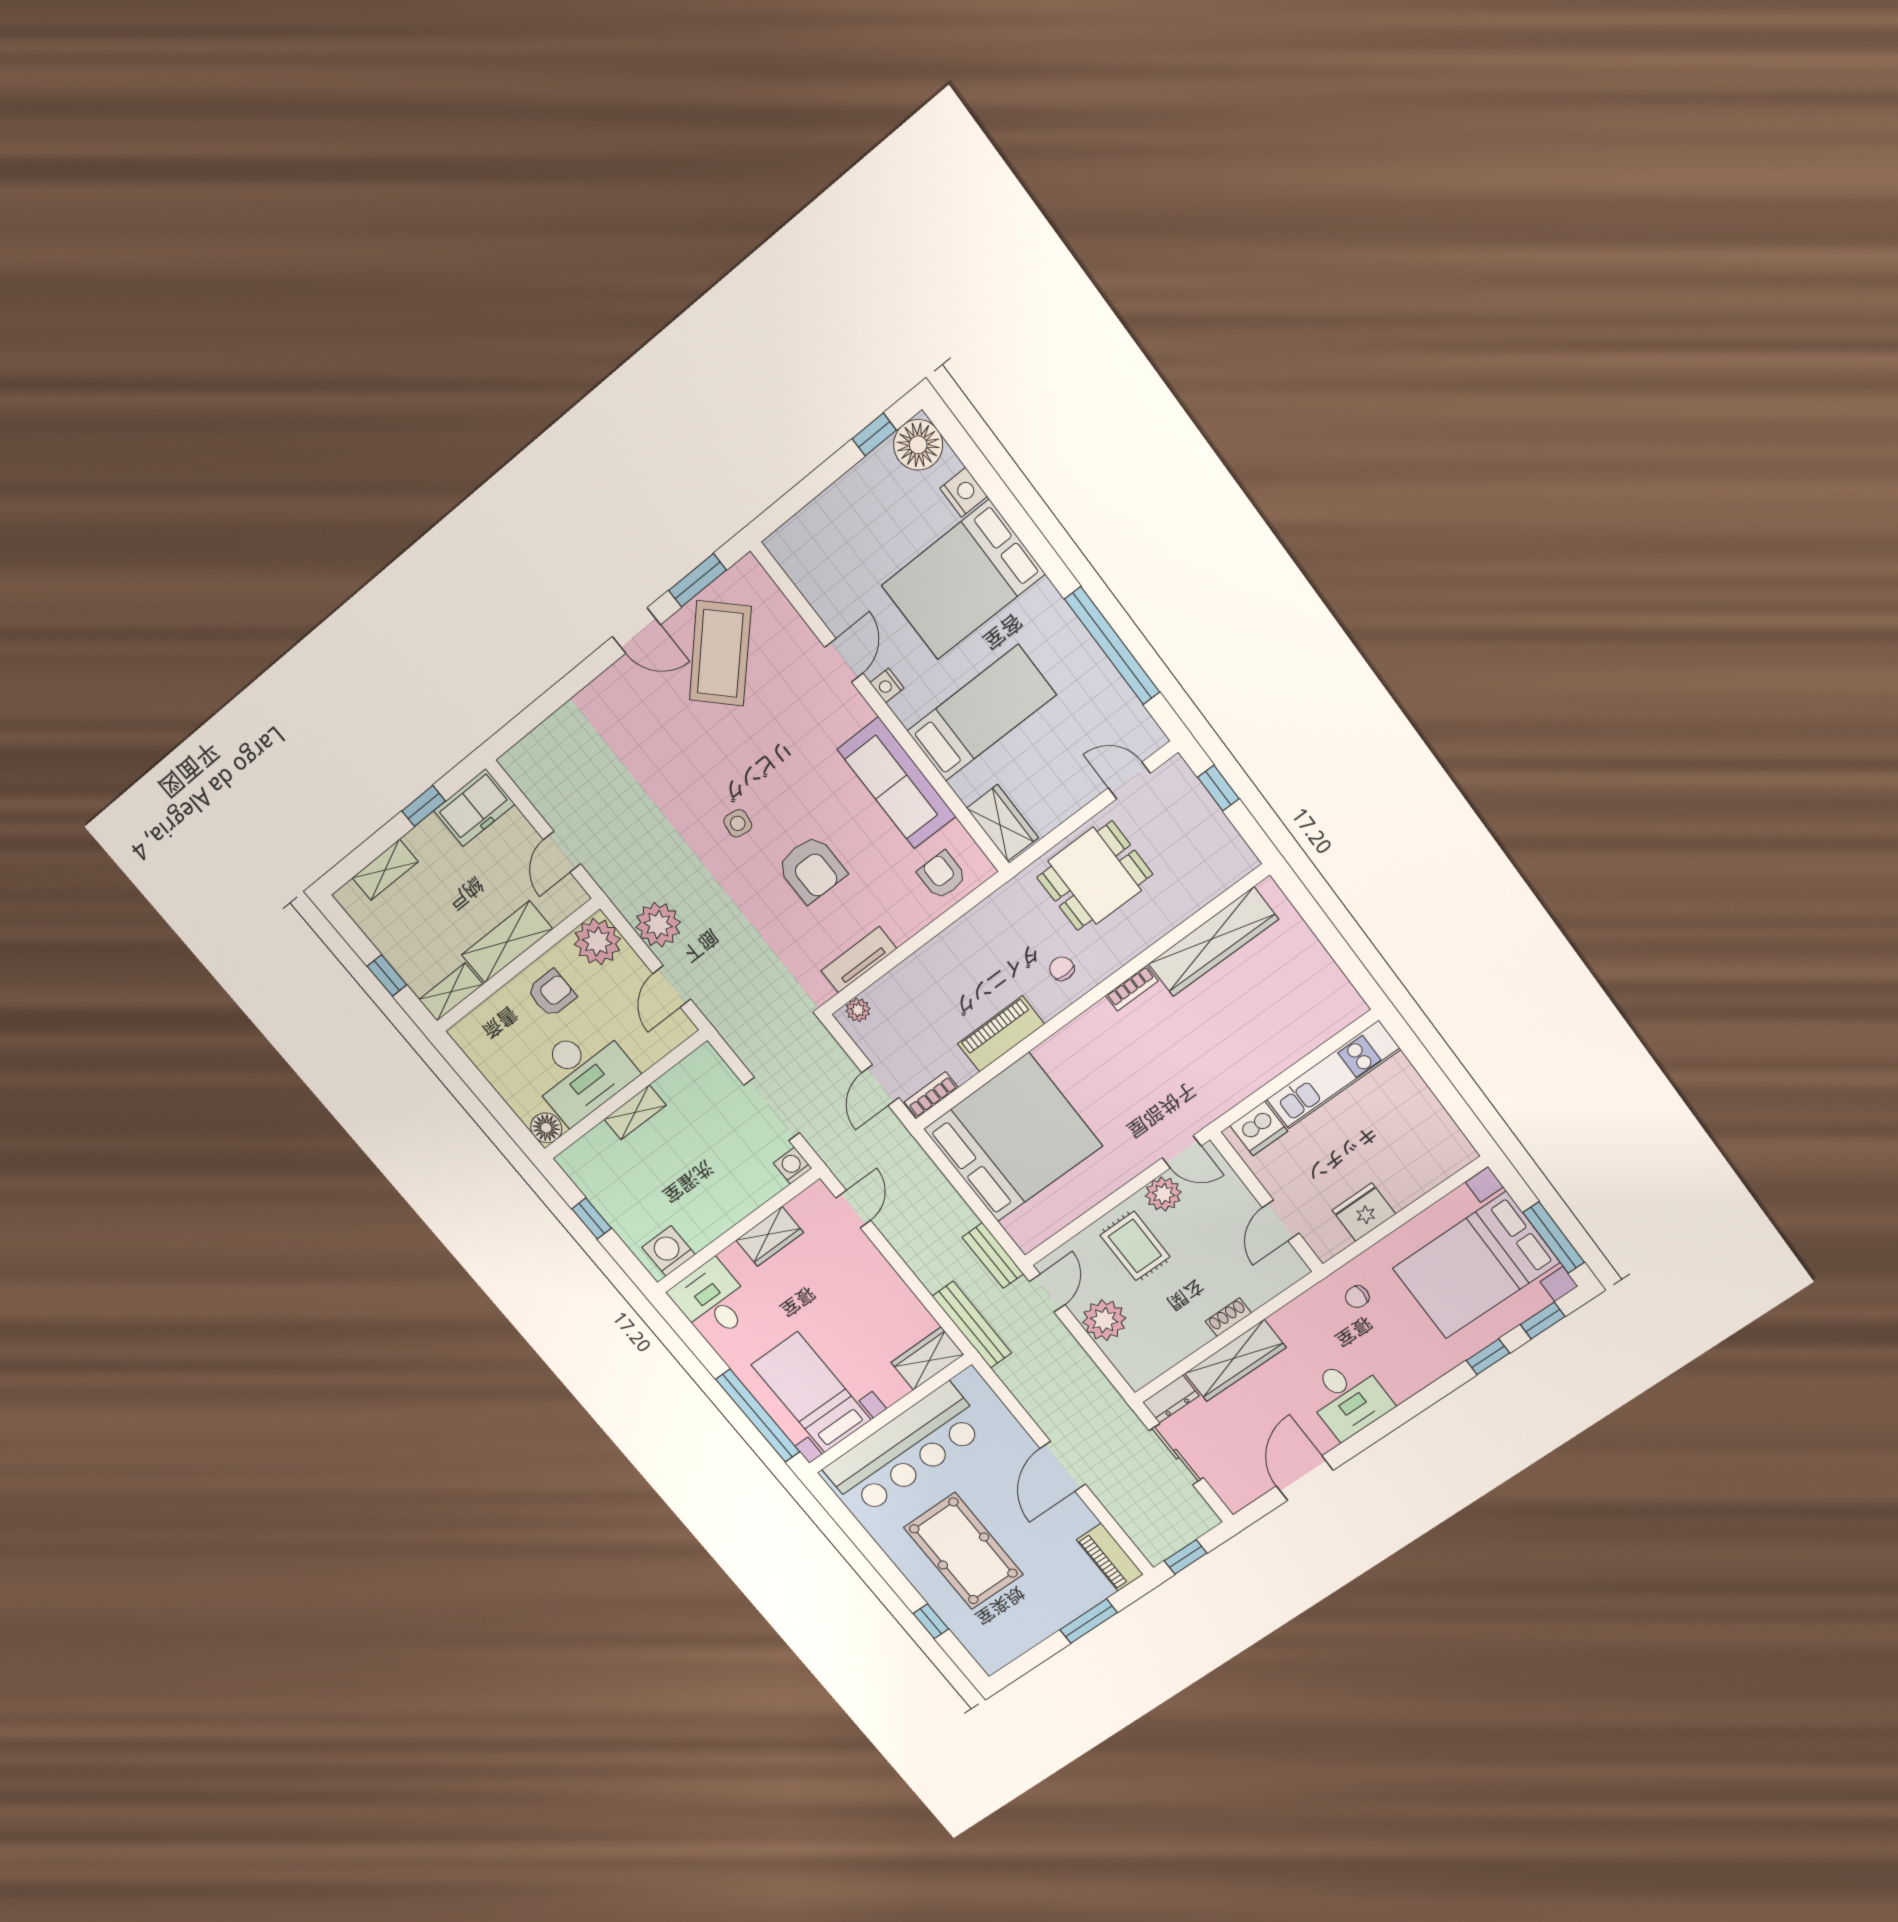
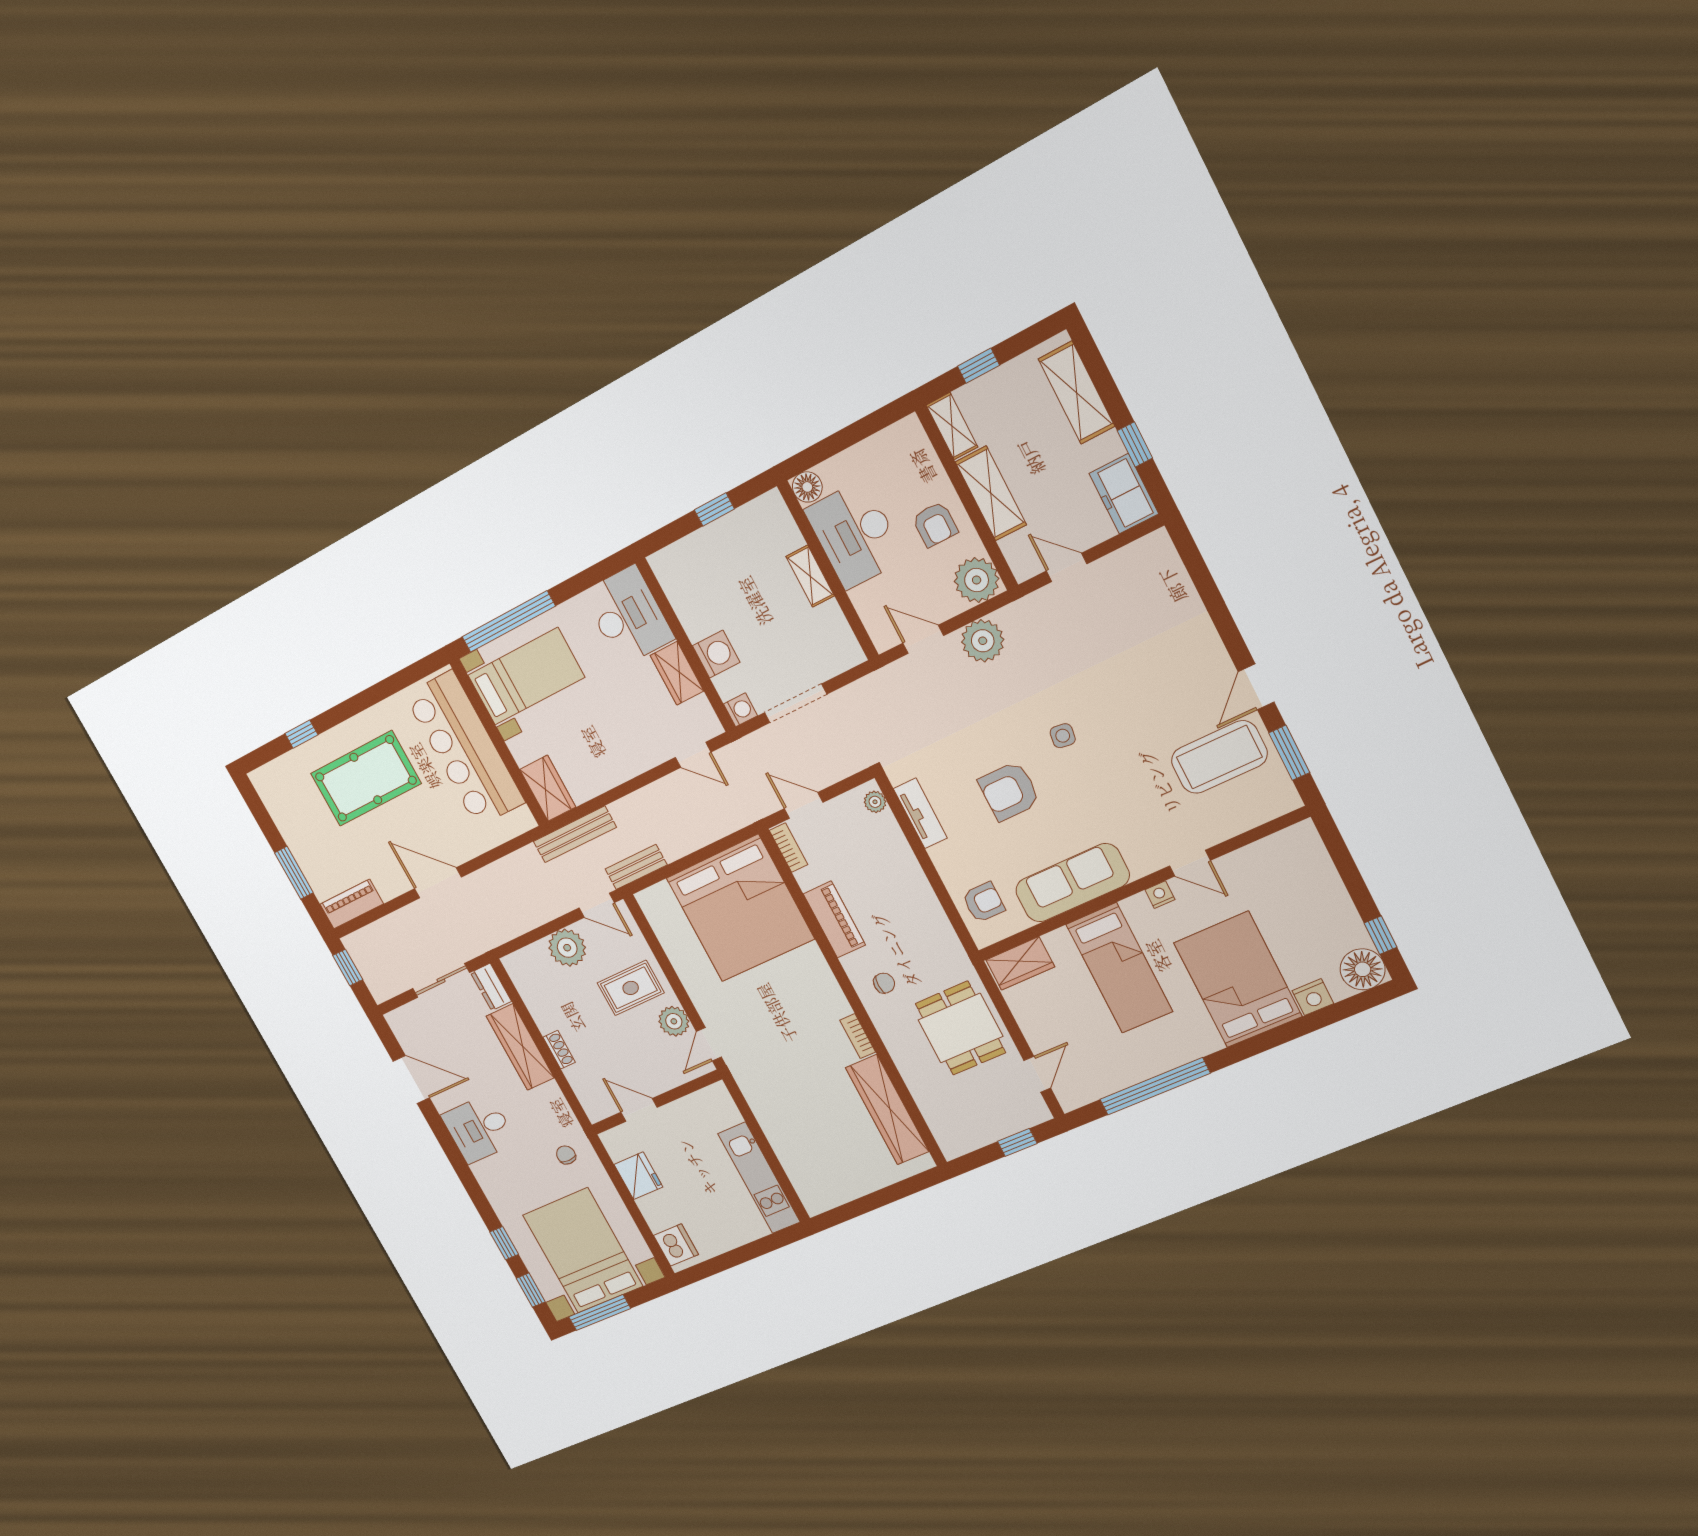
coffee table: (720, 653) -> (1219, 757), turned -44
shelving: (385, 870) -> (1077, 393), width x1.50, depth x1.33
dishwasher: (1259, 1128) -> (676, 1245), moved, turned 180
washing machine: (669, 1251) -> (716, 654), moved
desk: (712, 1300) -> (628, 616), width x1.37

